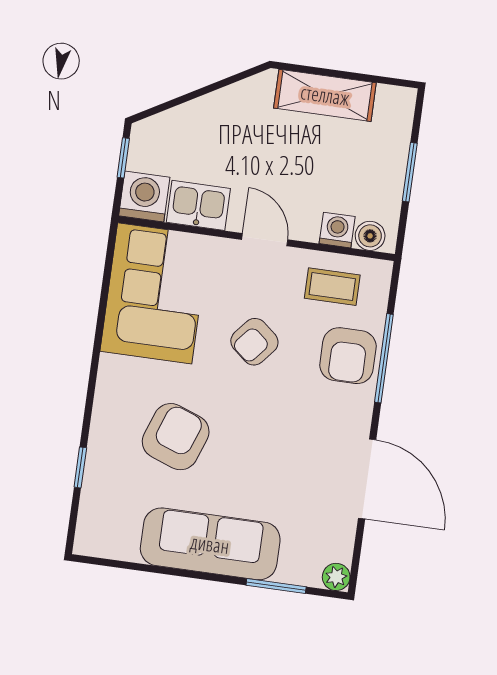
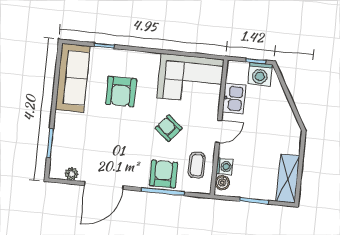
shelving: (325, 95) -> (288, 179), moved
washing machine: (144, 197) -> (260, 74), moved, turned 90
armchair: (348, 356) -> (163, 174), turned 90
armchair: (176, 437) -> (121, 91), turned 70
sofa: (210, 544) -> (73, 78), moved
plant: (336, 577) -> (72, 174), moved

